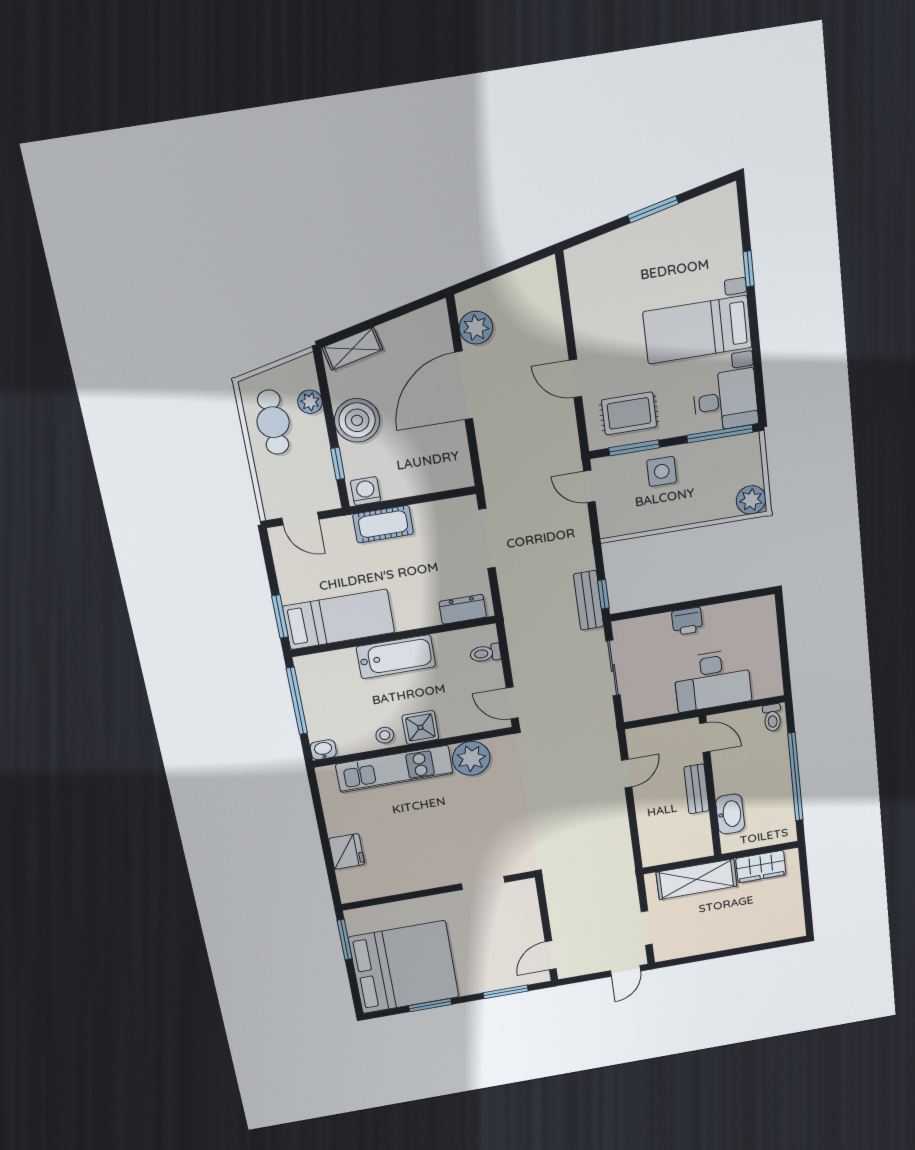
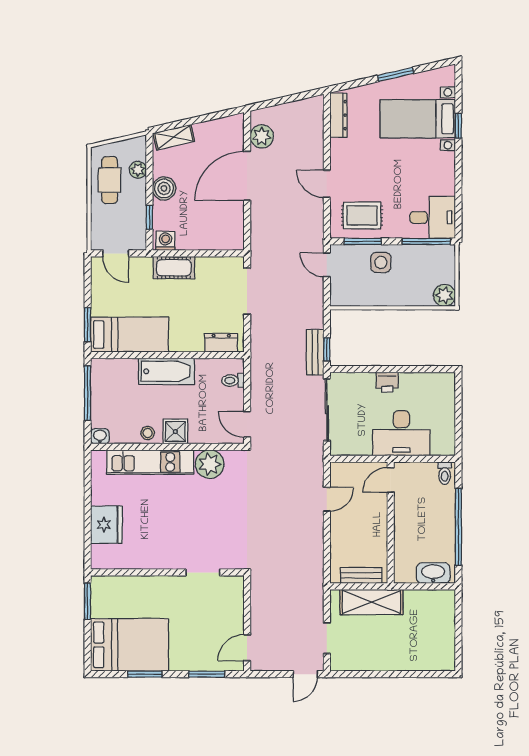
dresser: (579, 281) -> (338, 115), added
bed with nightstands: (697, 330) -> (418, 119), moved
boiler: (357, 420) -> (164, 188), width x0.73, depth x0.73
sliding door: (613, 668) -> (327, 410), width x1.37
door: (705, 737) -> (391, 480), swing flipped
bench: (696, 789) -> (361, 575), moved, turned 90
washbasin: (730, 814) -> (433, 573), moved, turned -90
fridge: (347, 851) -> (106, 525), width x1.36, depth x1.34
wardrobe: (761, 867) -> (424, 601), removed
bed: (404, 967) -> (130, 645), width x0.73

